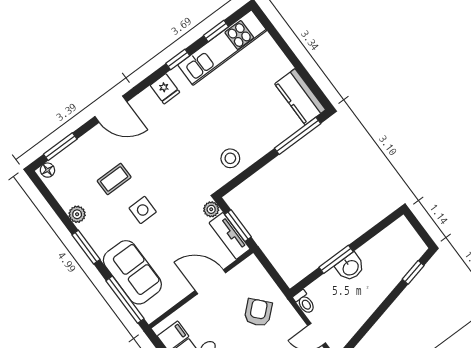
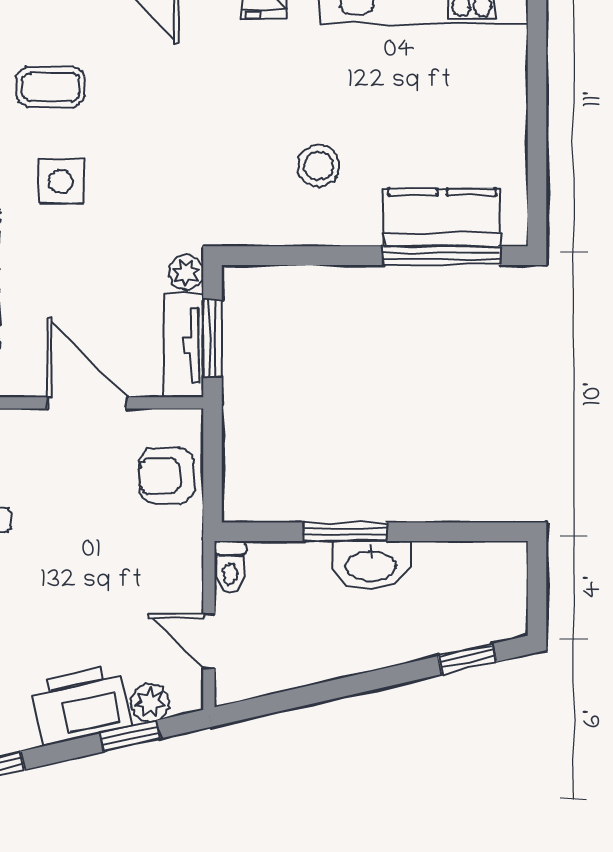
kitchen counter: (300, 97) -> (442, 217), moved, turned 90
stool: (230, 158) -> (318, 166), moved
washbasin: (350, 267) -> (371, 565), width x1.38
armchair: (258, 313) -> (166, 476), moved, turned -138

